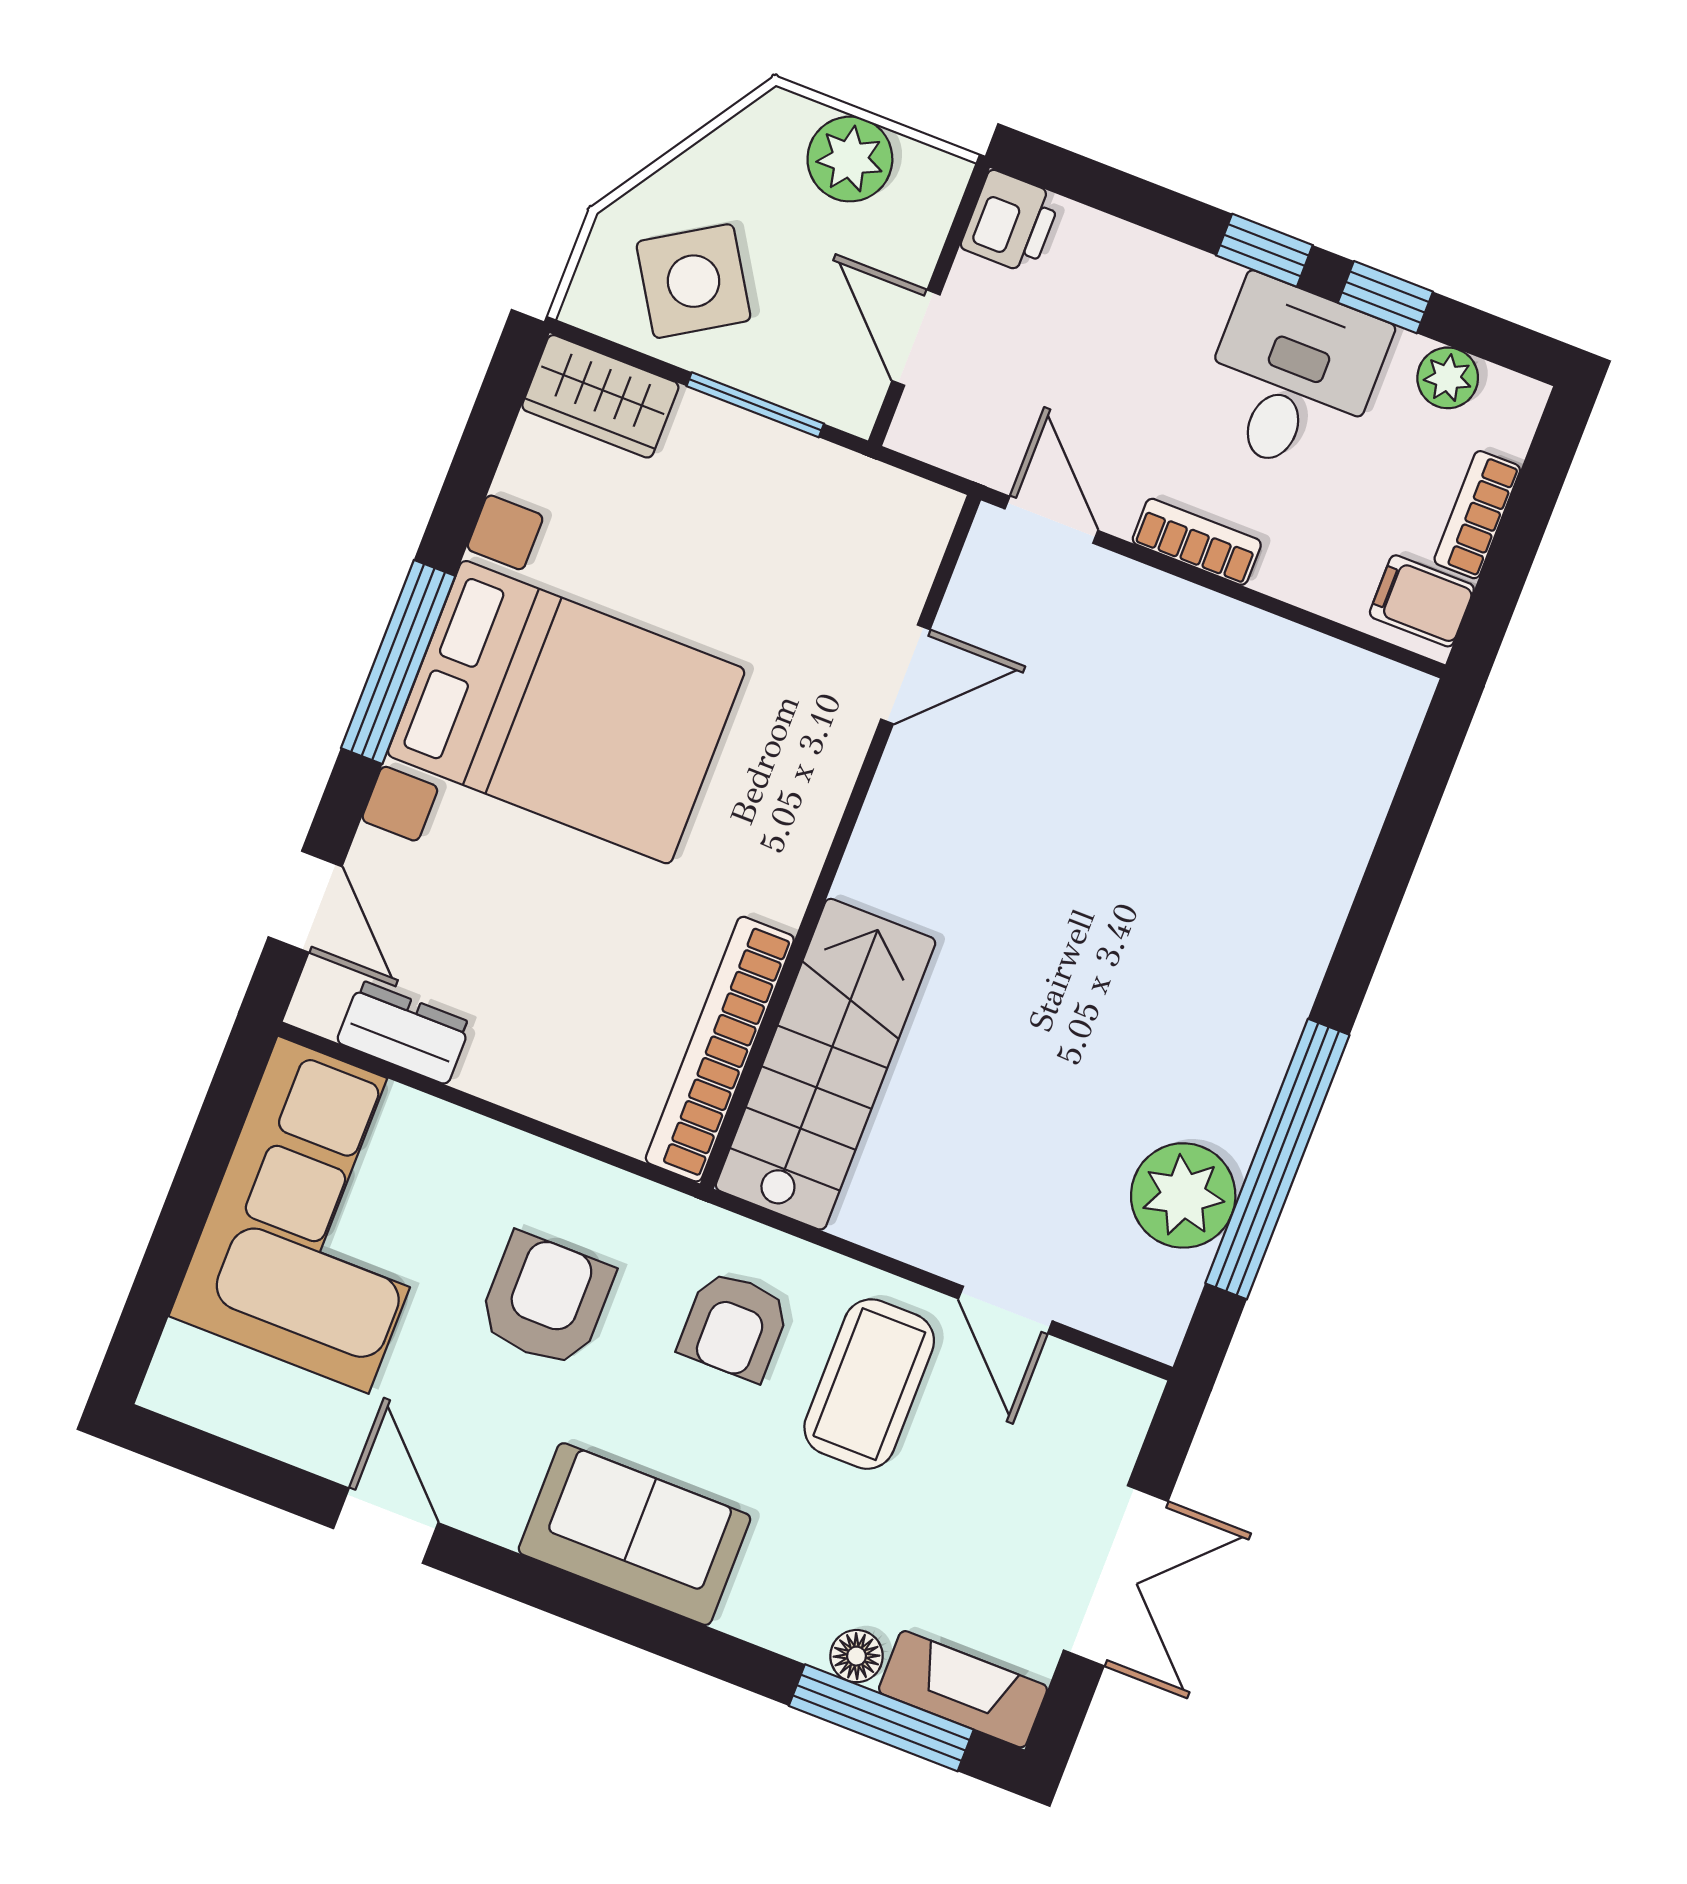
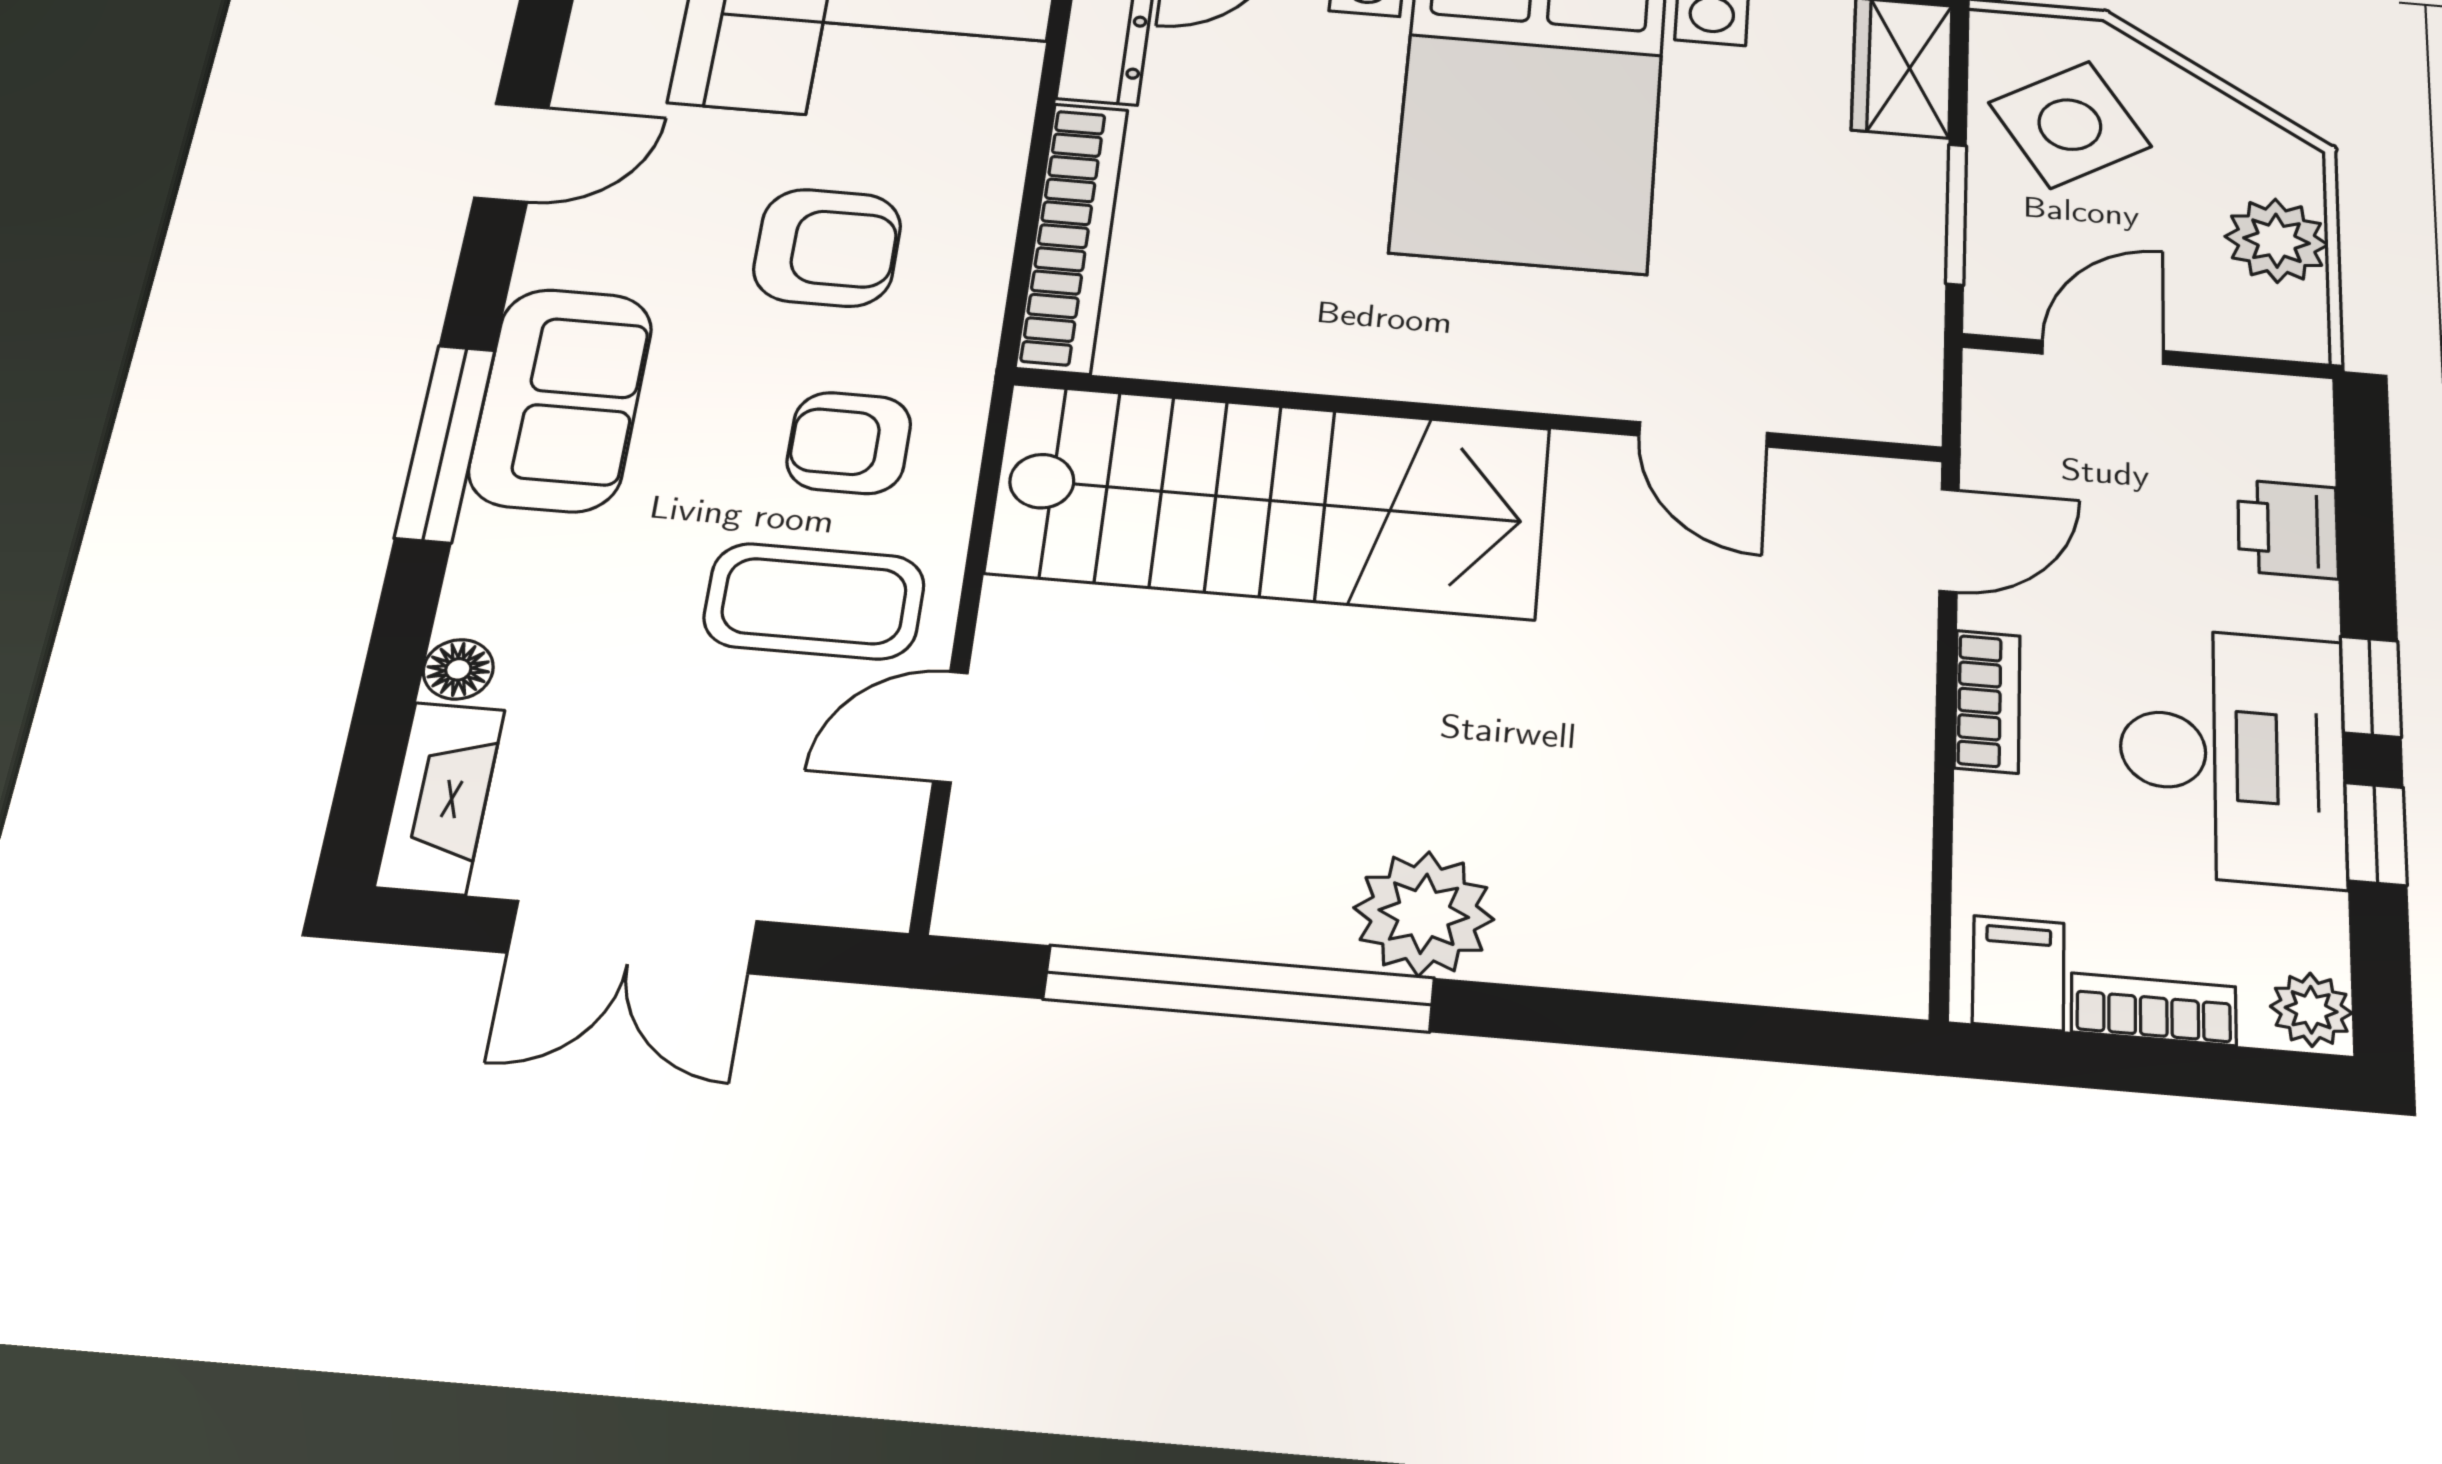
printer: (1011, 222) -> (2288, 529), moved, turned 90
desk: (1292, 377) -> (2232, 755), width x1.37
plant: (1448, 378) -> (2311, 1010), moved
bookcase: (720, 1049) -> (1072, 237), moved, turned 90
stairs: (826, 1064) -> (1270, 501), width x1.36, depth x1.51
plant: (1183, 1195) -> (1424, 914), moved
window: (881, 1718) -> (445, 443), moved

